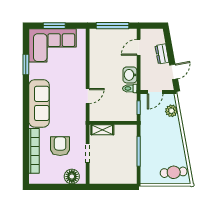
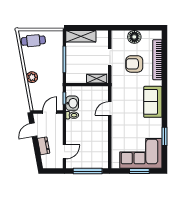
washbasin: (130, 75) -> (72, 103), moved
sofa: (39, 103) -> (153, 102), width x0.73
plant: (171, 111) -> (32, 77), moved
armchair: (60, 146) -> (134, 64), turned 90
floor lamp: (72, 177) -> (134, 37), moved
shelving: (120, 177) -> (81, 36), added

